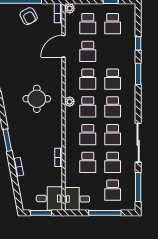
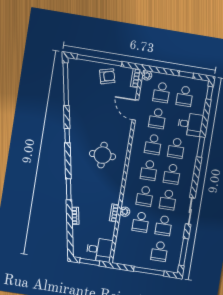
armchair: (29, 16) -> (107, 76), turned -77
window: (138, 43) -> (210, 93), moved
door: (63, 46) -> (135, 110), hinge flipped
plant: (70, 102) -> (125, 212), moved
sliding door: (138, 143) -> (190, 211), width x0.73
desk: (77, 199) -> (190, 124), moved, turned 180

